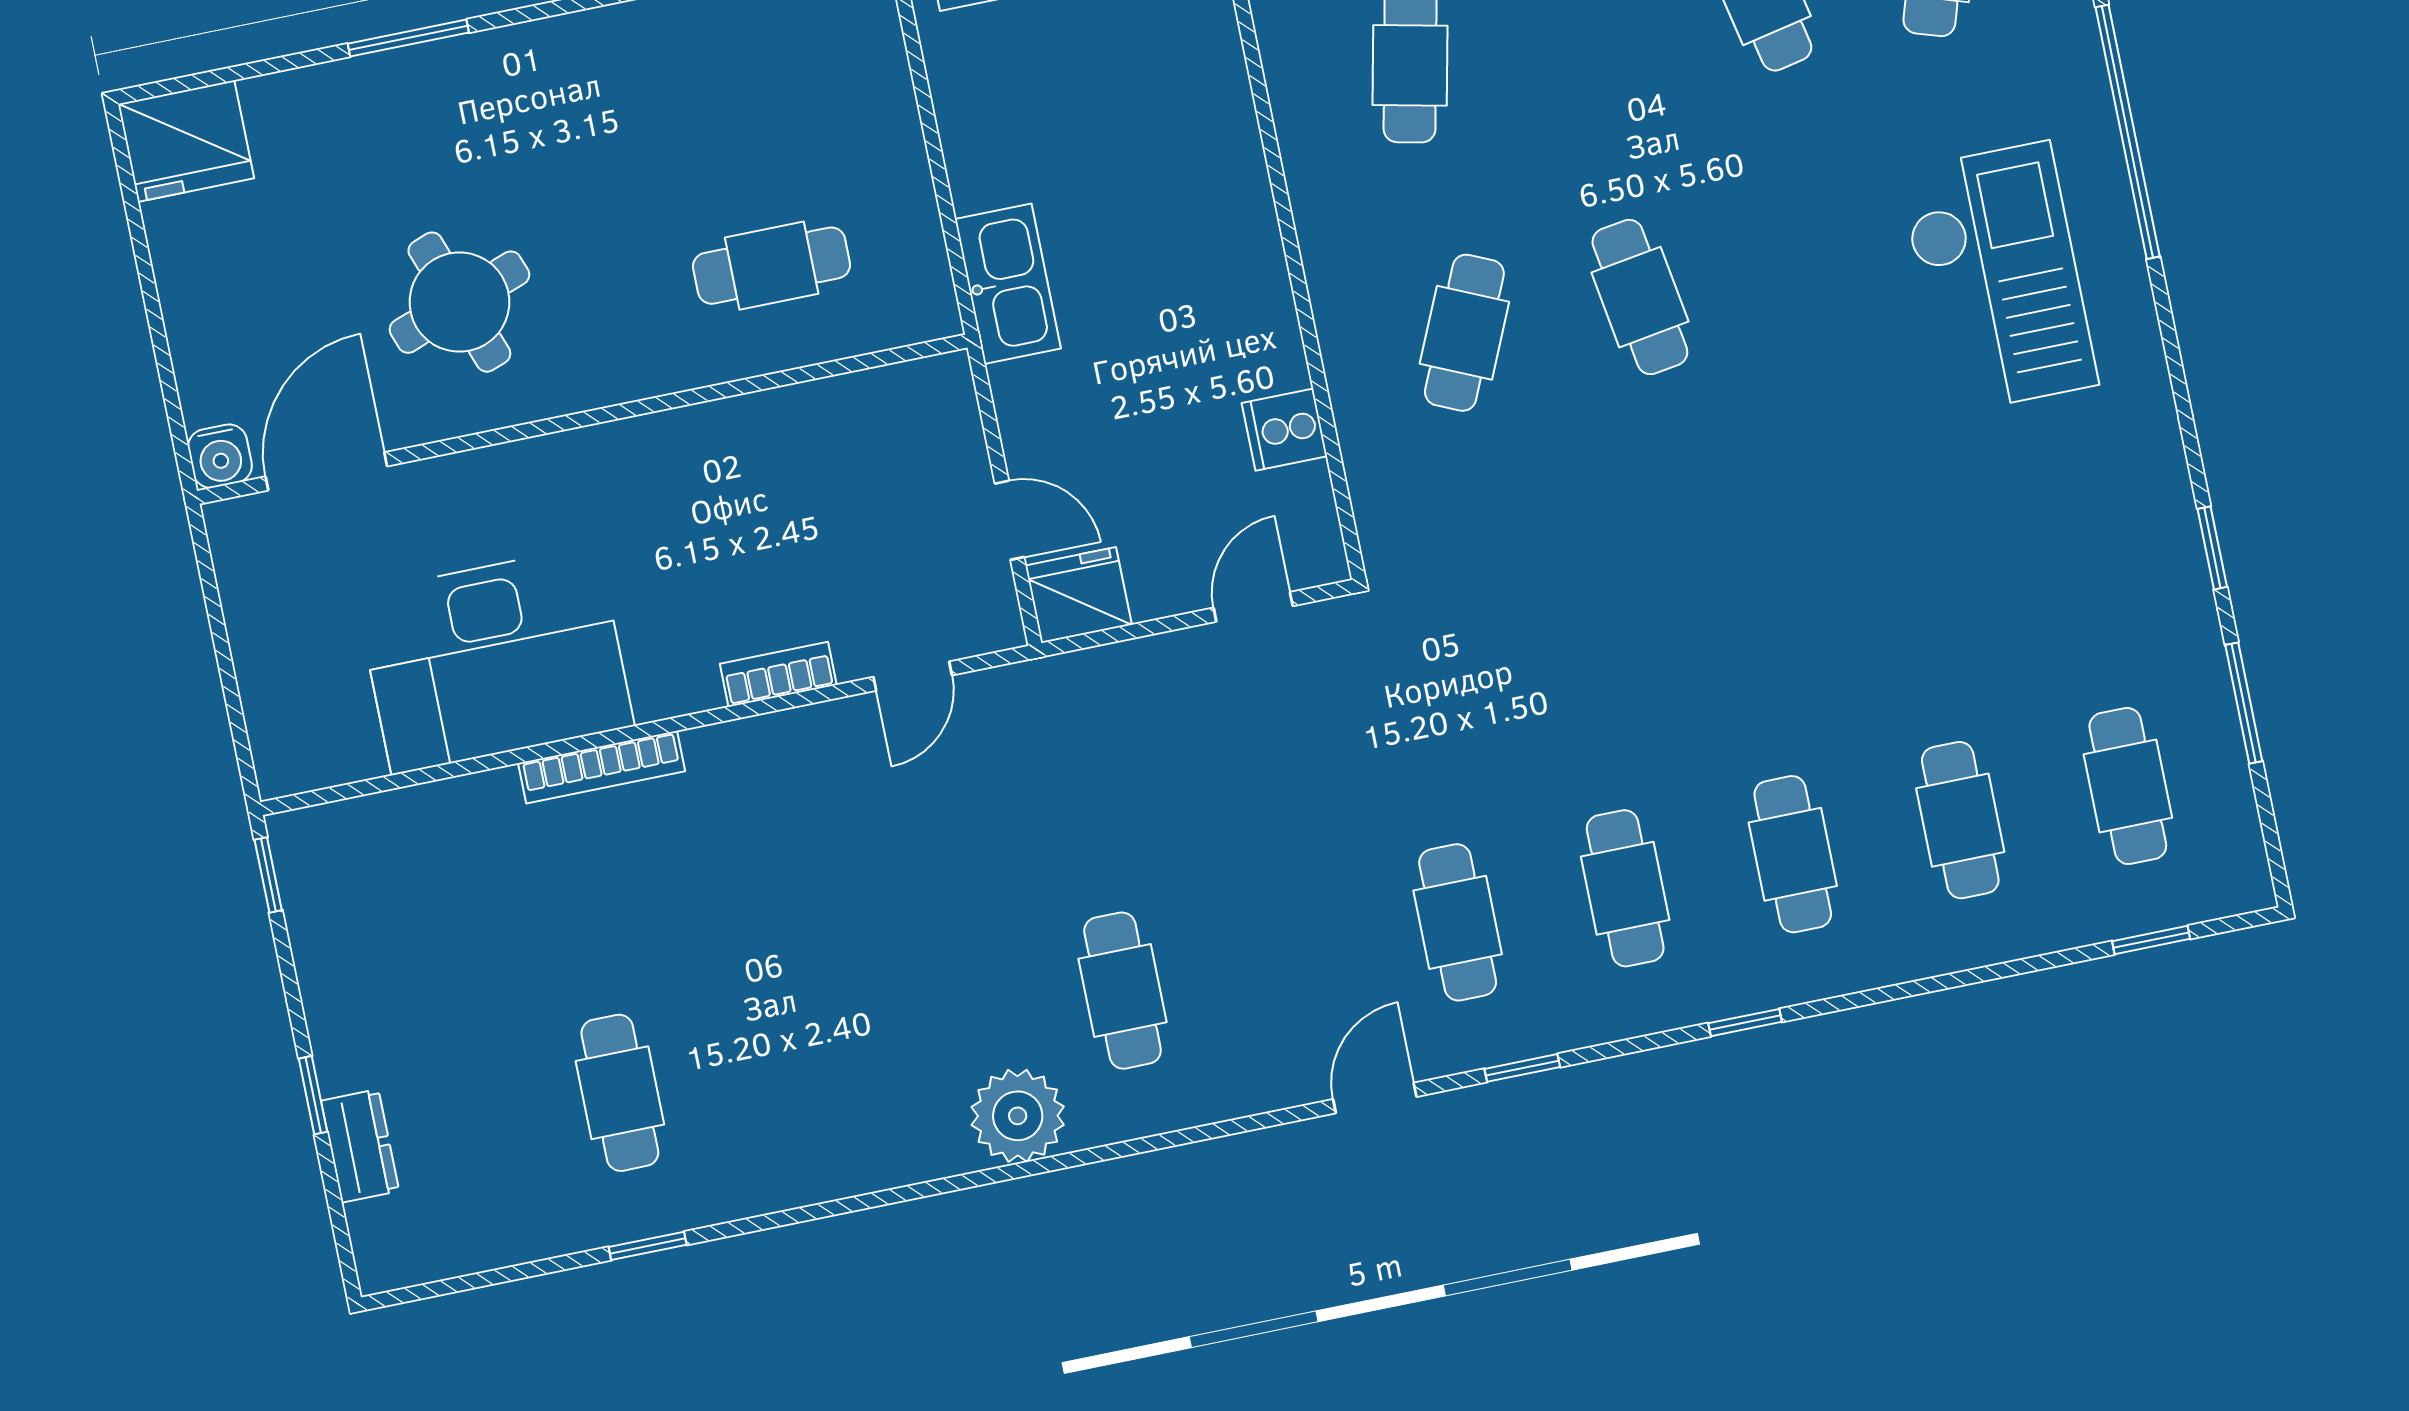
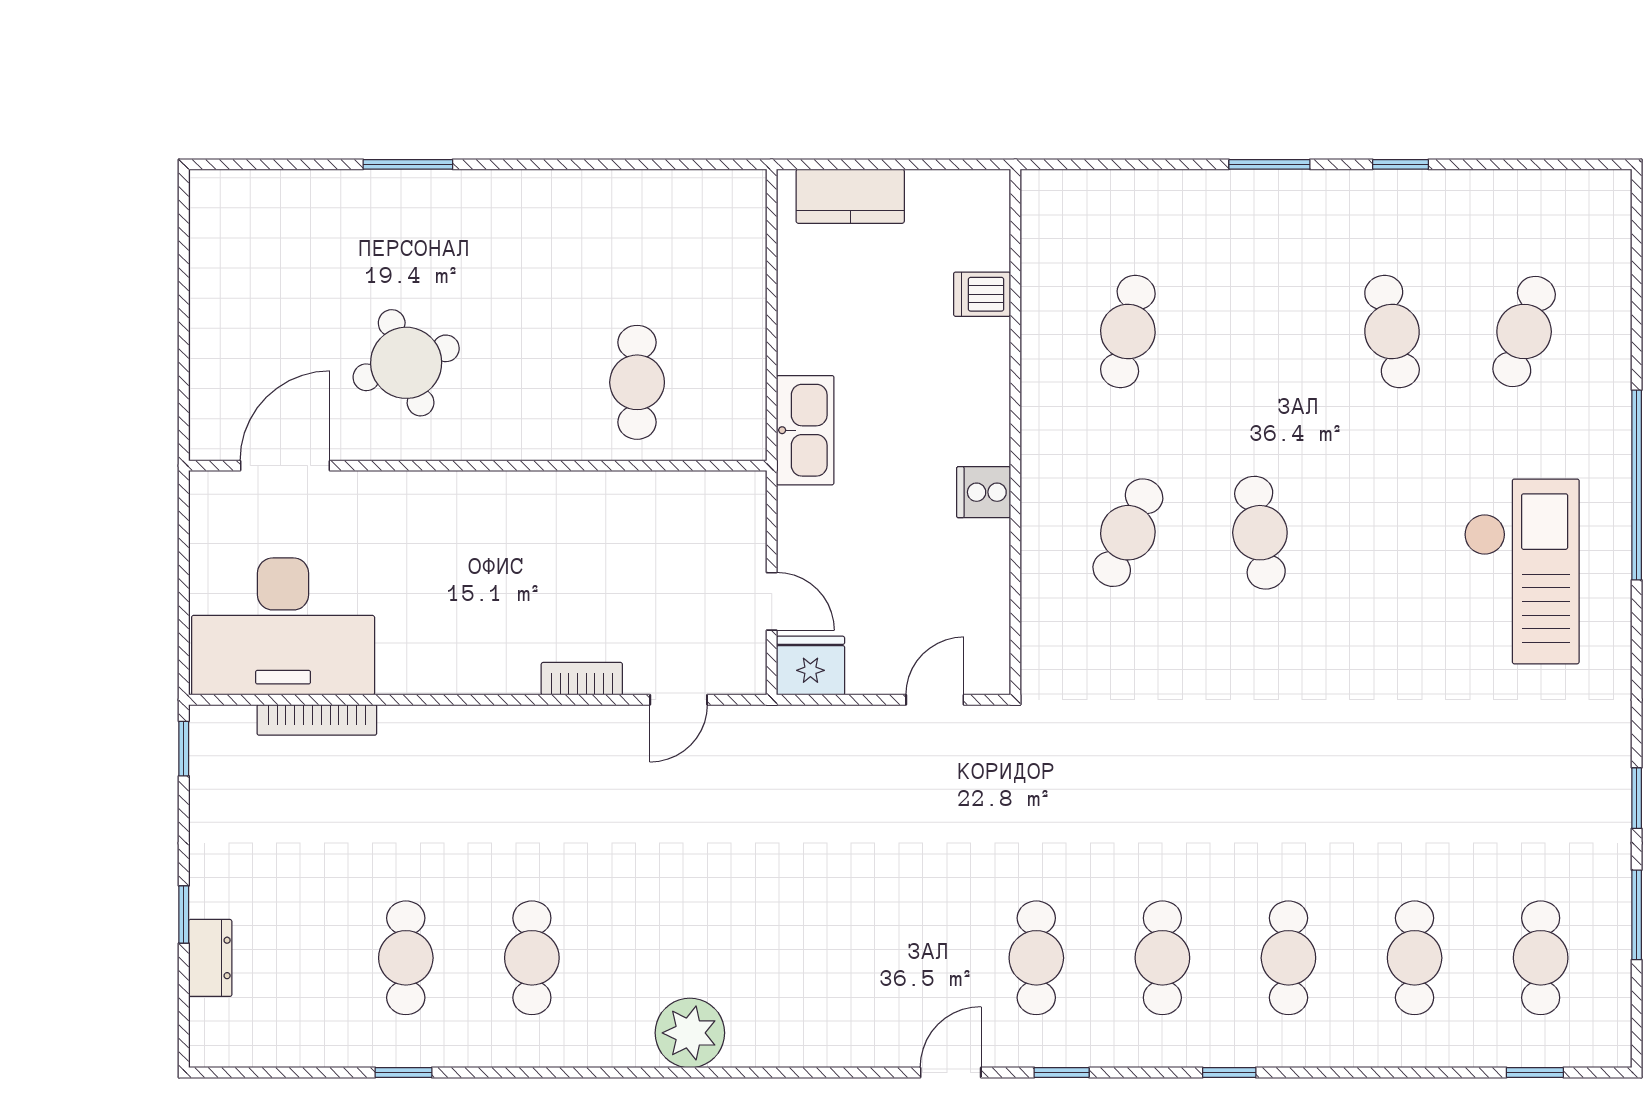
dishwasher: (1206, 55) -> (982, 294), added
fridge: (186, 141) -> (232, 206), removed
cafe table: (772, 266) -> (637, 382), turned 90
cooker: (1284, 430) -> (984, 492), moved
water cooler: (220, 456) -> (210, 439), removed
desk: (495, 660) -> (283, 626), moved
bookcase: (602, 767) -> (317, 720), moved
cafe table: (1123, 991) -> (532, 958), moved

